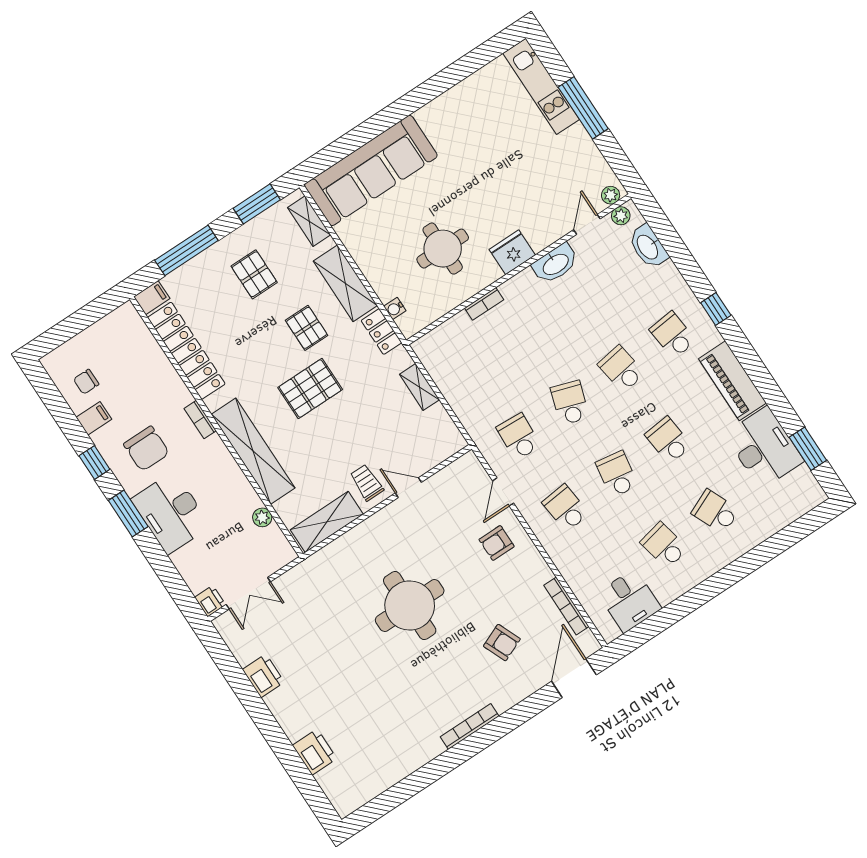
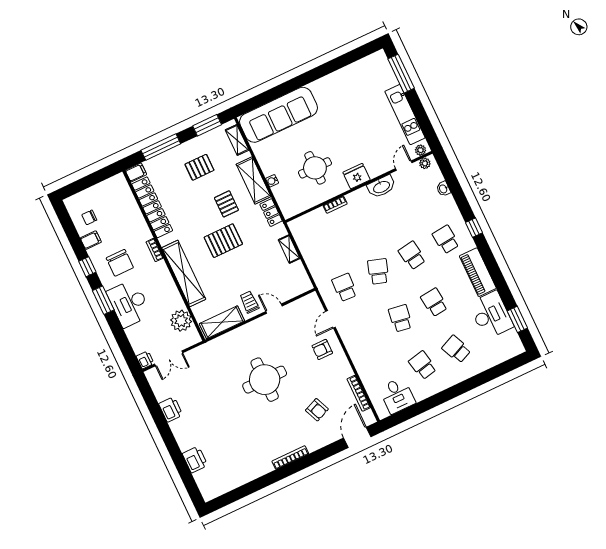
kitchen unit: (541, 86) -> (405, 115), moved
window: (583, 108) -> (401, 74), moved
washbasin: (648, 247) -> (443, 189), width x0.52, depth x0.69
pallet: (254, 274) -> (199, 167), turned 90
water cooler: (395, 309) -> (272, 181), moved
school desk: (566, 508) -> (367, 334), removed
plant: (262, 517) -> (181, 321), width x1.87, depth x1.87

